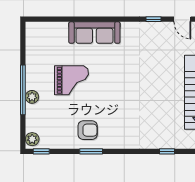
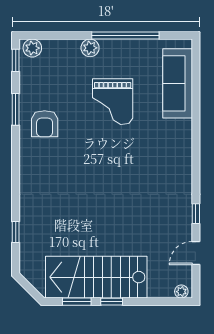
sofa: (94, 33) -> (178, 83), moved
window: (23, 90) -> (125, 35), moved
window: (91, 151) -> (16, 109), moved

